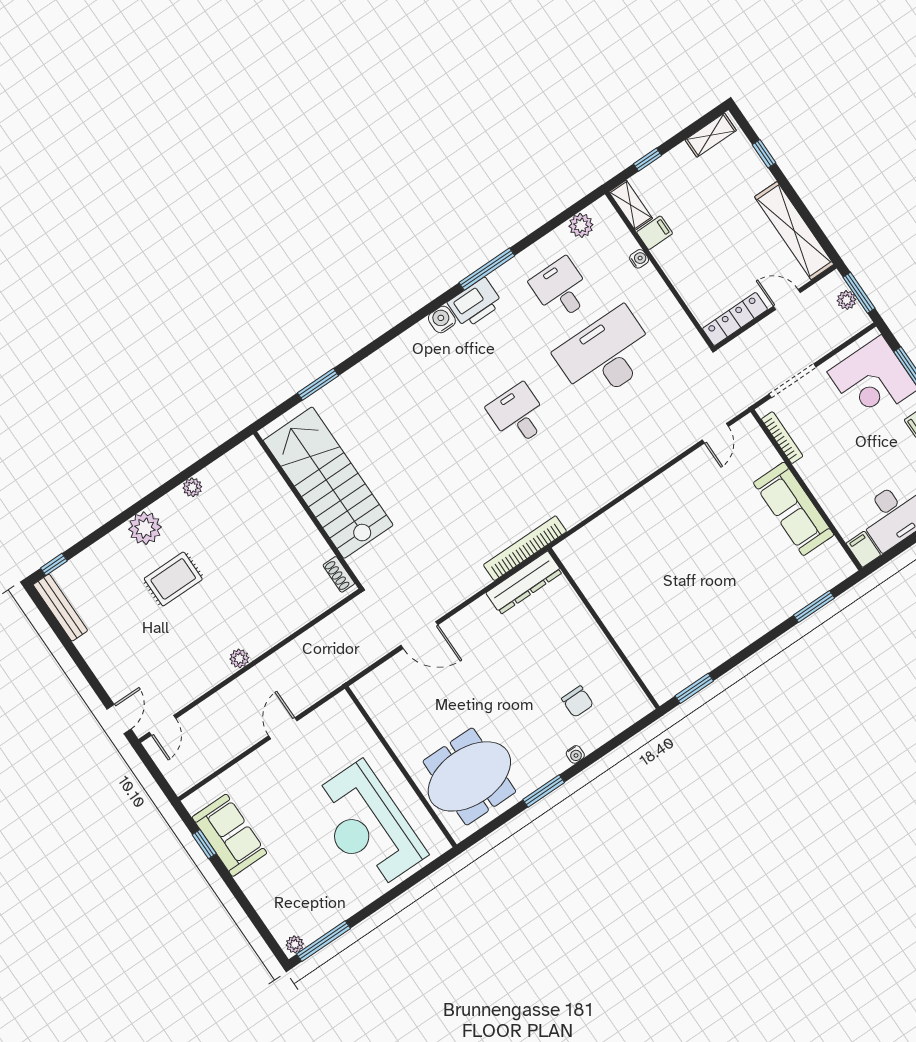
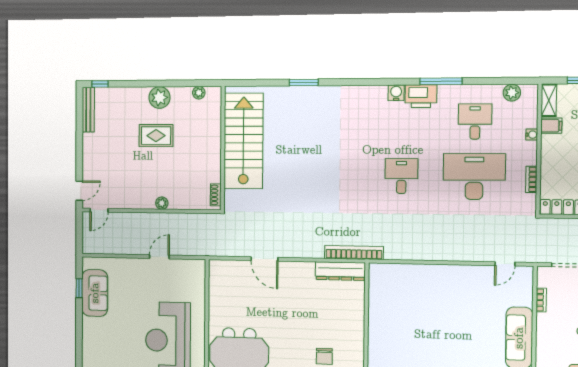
bookcase: (676, 312) -> (531, 179), added
bookcase: (782, 438) -> (541, 300), width x0.64
stairs: (328, 483) -> (244, 141), moved
wall: (308, 510) -> (223, 148), moved
shoe rack: (339, 574) -> (216, 195), moved

